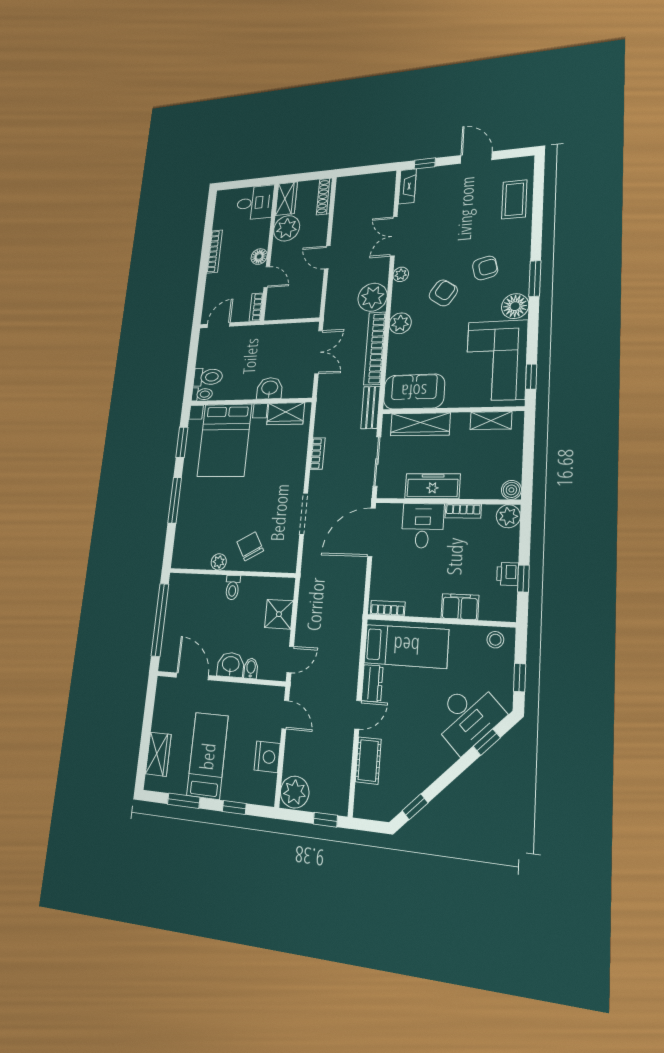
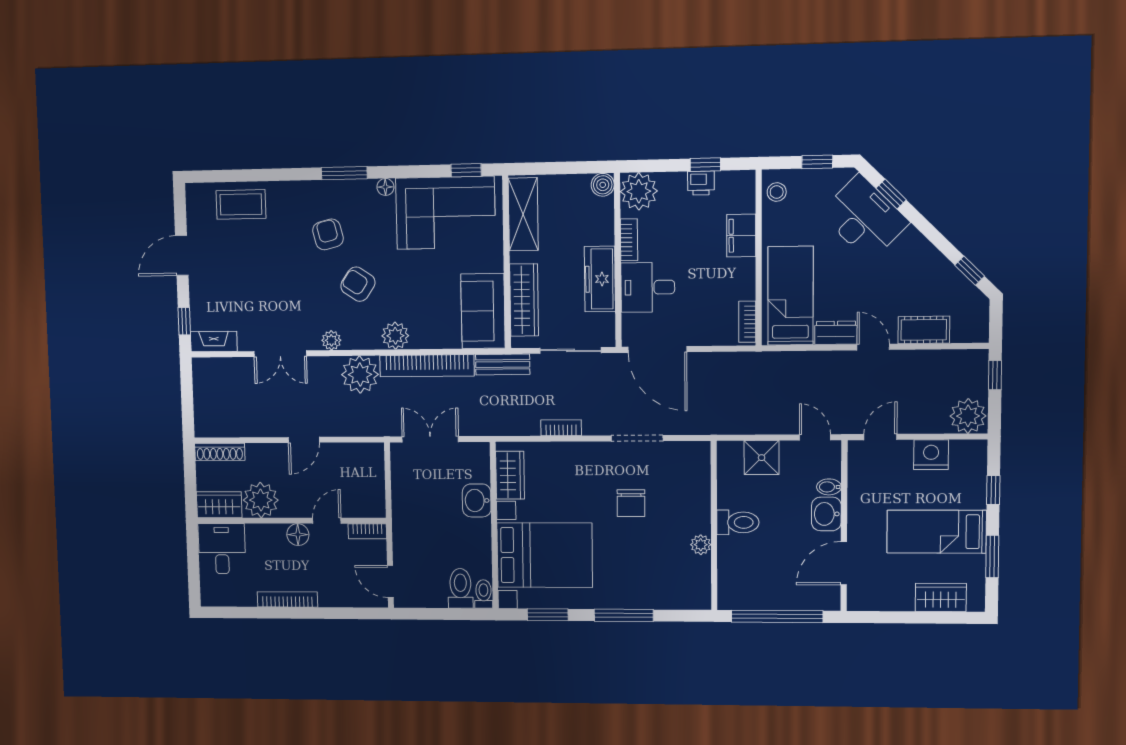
floor lamp: (515, 306) -> (385, 187), width x0.53, depth x0.53
shelving: (491, 421) -> (523, 214), width x1.50, depth x1.33
plant: (508, 516) -> (639, 191), width x1.36, depth x1.36
chair: (250, 546) -> (631, 503), moved, turned -60
toilet: (233, 588) -> (738, 522), width x1.37, depth x1.39

